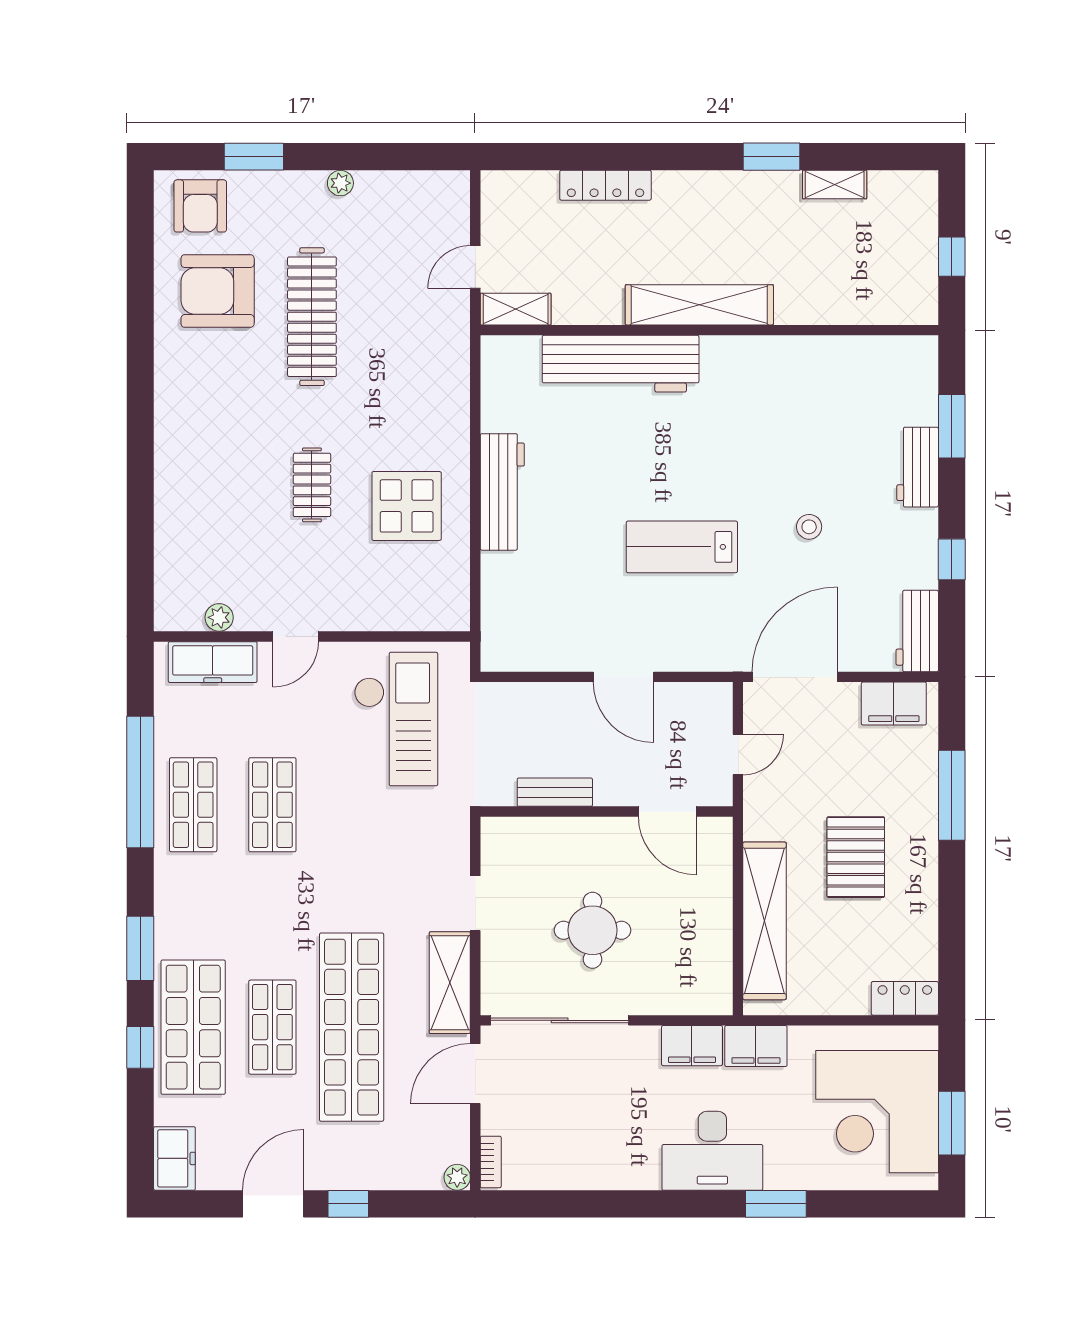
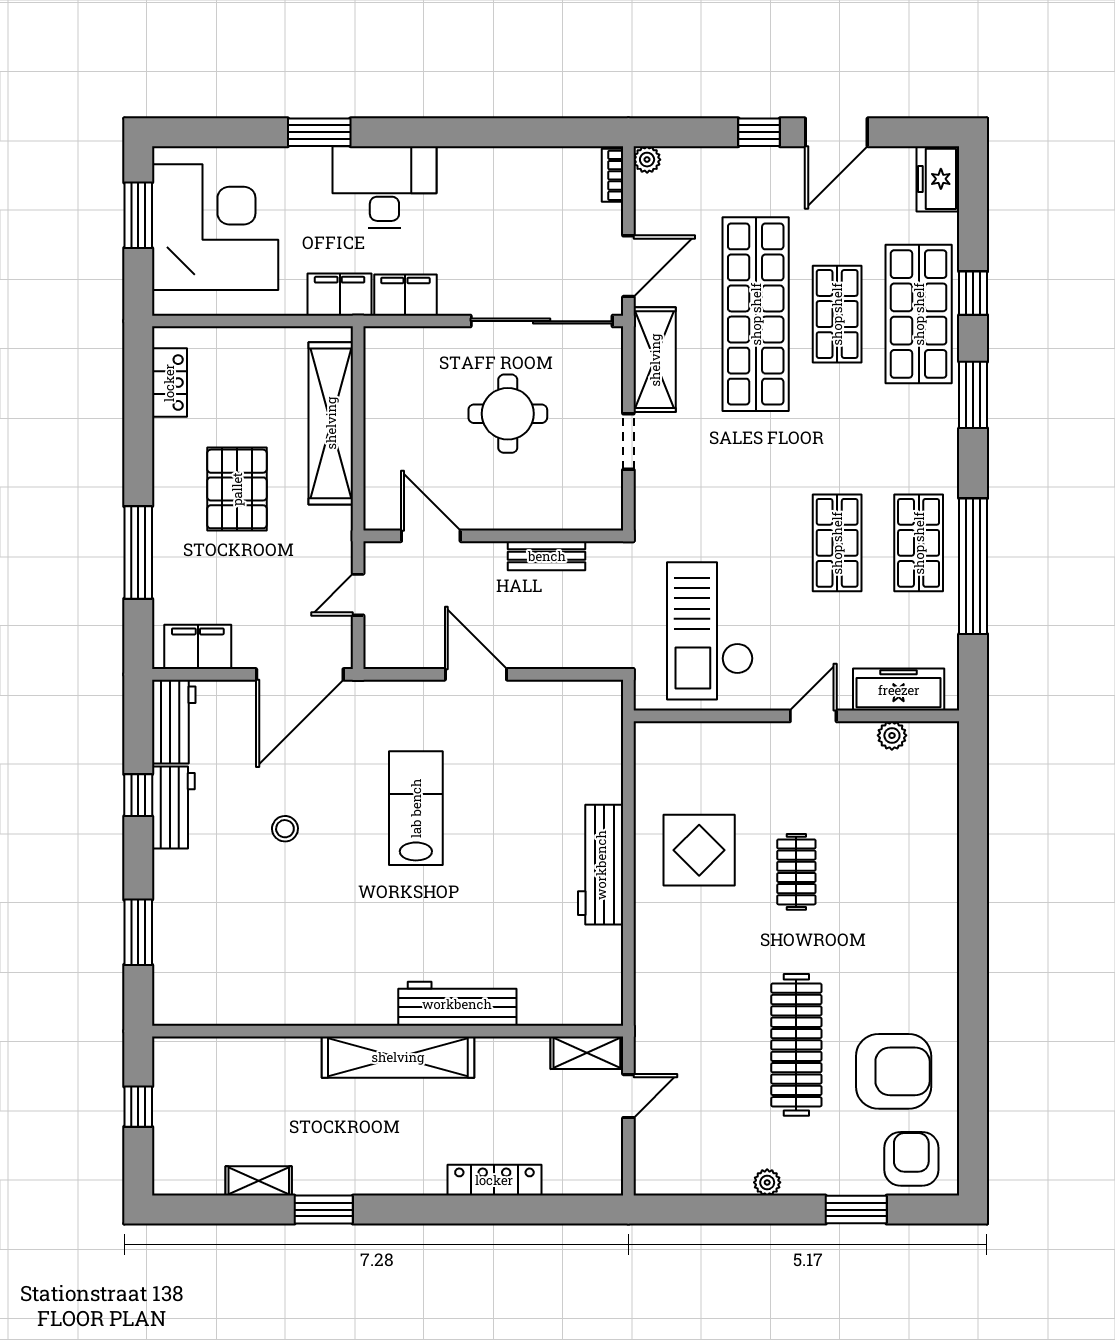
workbench: (621, 364) -> (457, 1004), width x0.73, depth x0.76
workbench: (918, 467) -> (173, 807), moved
lab bench: (682, 547) -> (416, 808), turned -90
locker: (905, 998) -> (169, 383), moved, turned -90

